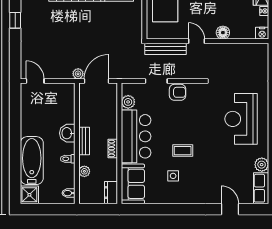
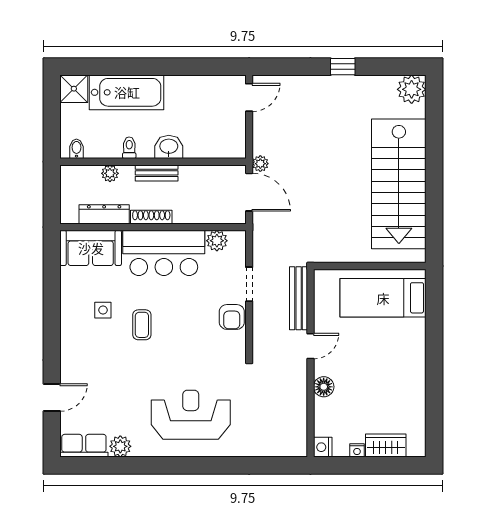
shoe rack: (113, 149) -> (151, 217), width x1.43
dresser: (111, 193) -> (104, 214), moved, width x1.44

